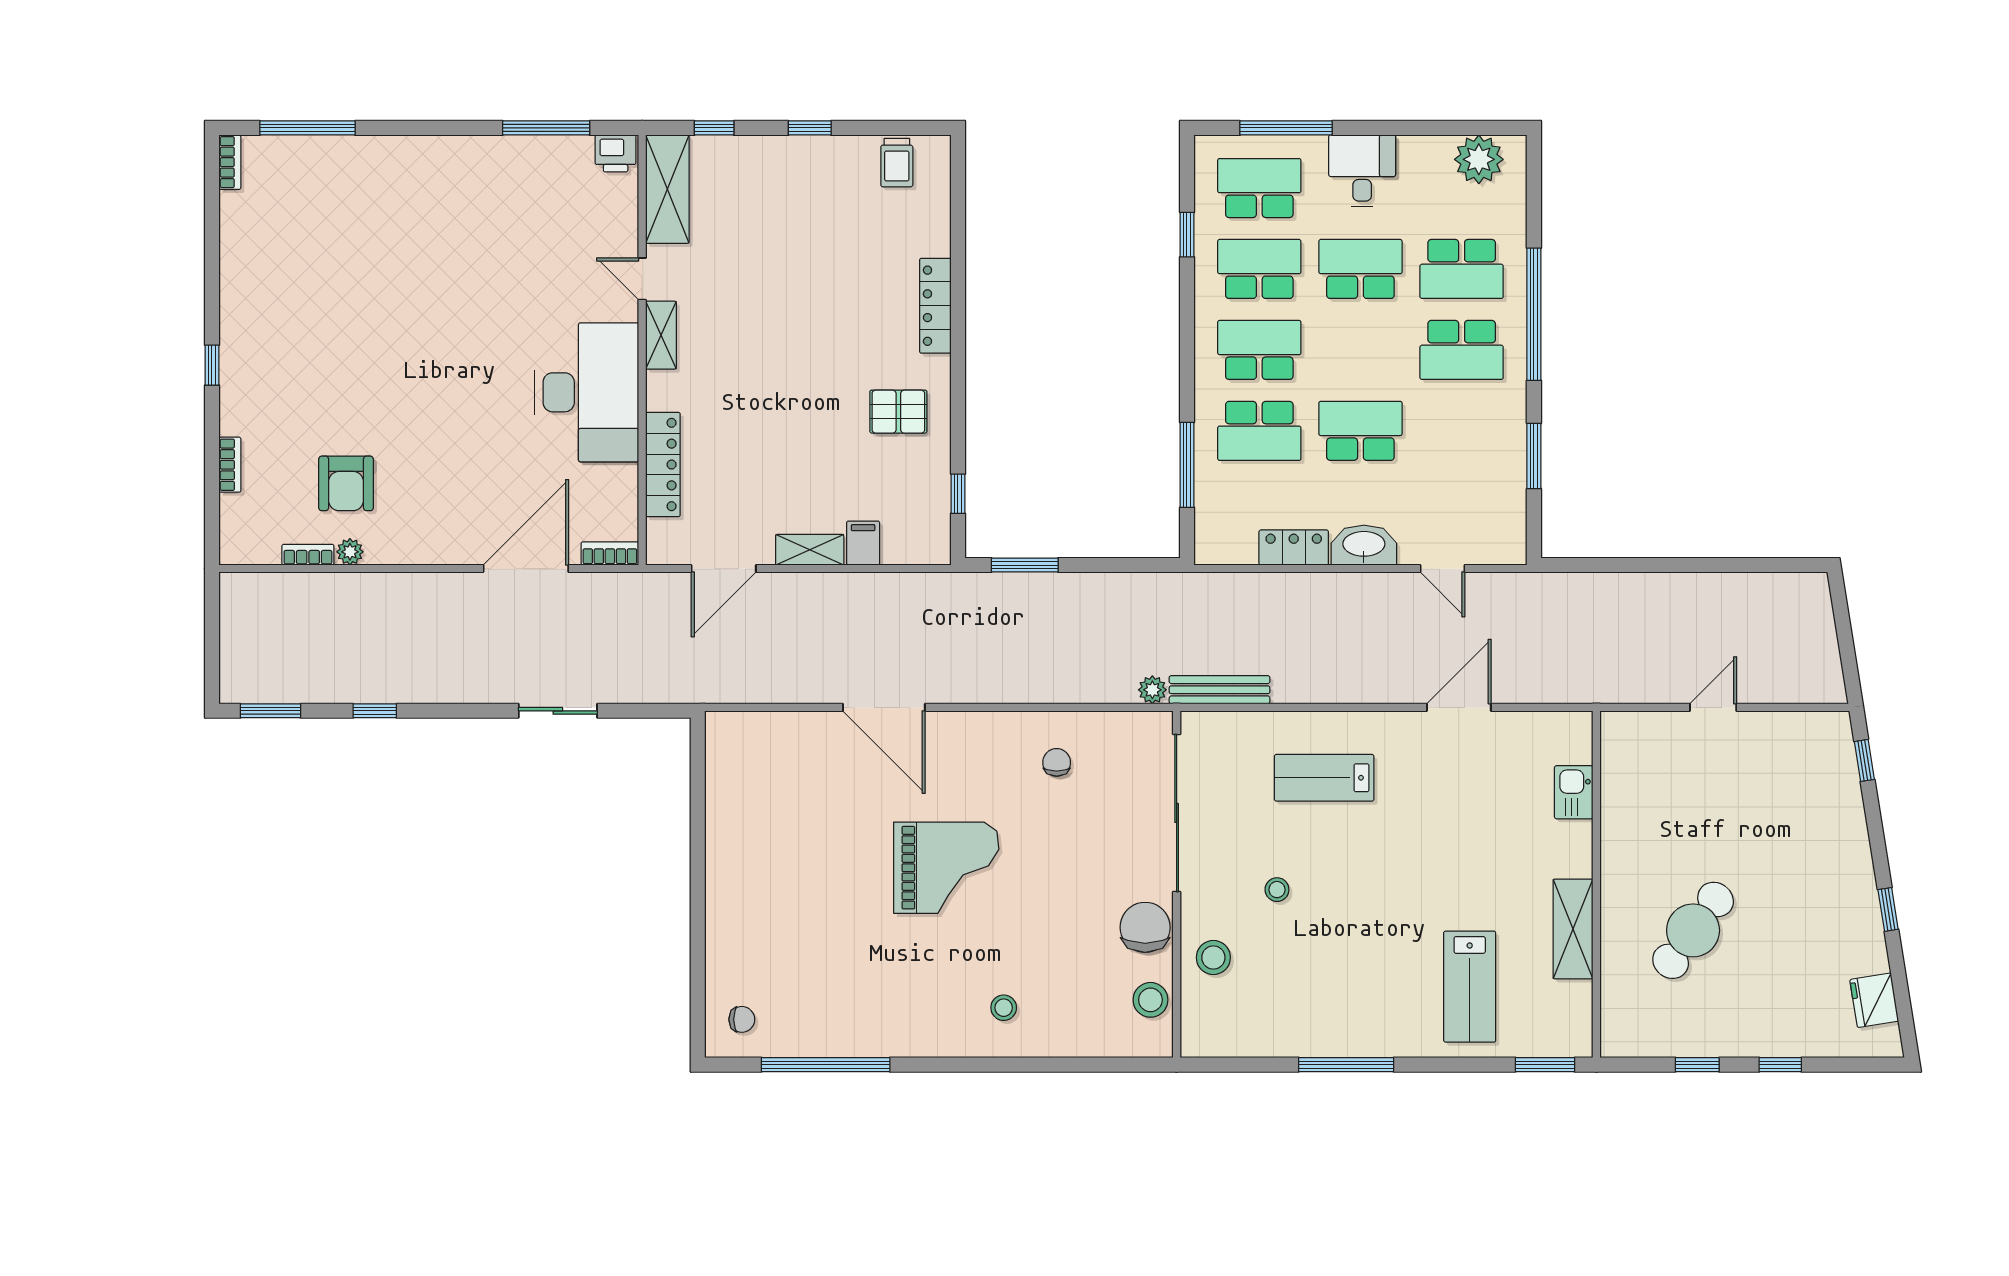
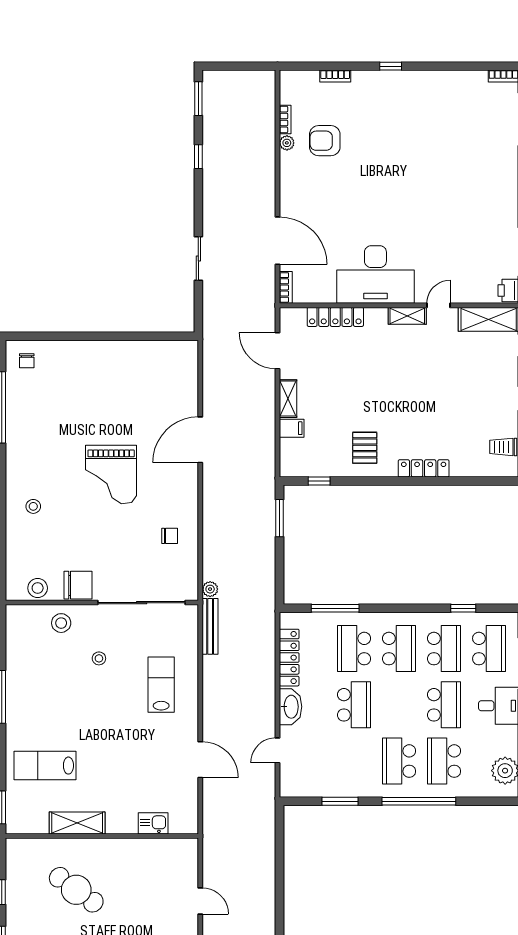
locker: (1294, 548) -> (289, 658), width x1.53

